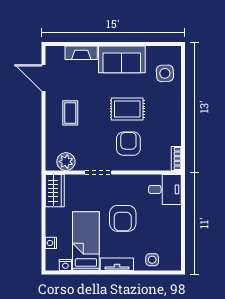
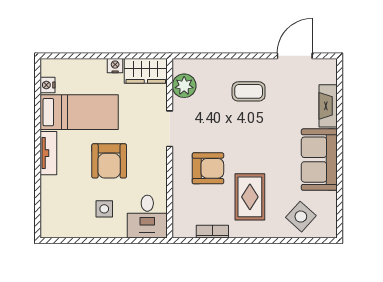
side table: (165, 73) -> (301, 217), turned 45
rug: (127, 109) -> (250, 197), moved
bookcase: (176, 159) -> (212, 232), moved
armchair: (123, 218) -> (109, 161), turned -90
nightstand: (51, 243) -> (115, 66), moved
side table: (152, 260) -> (104, 209), moved

